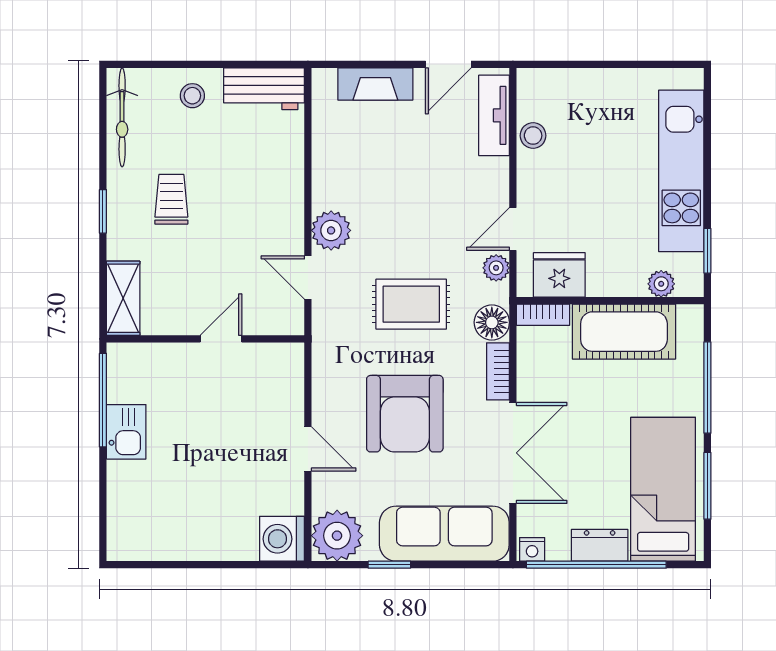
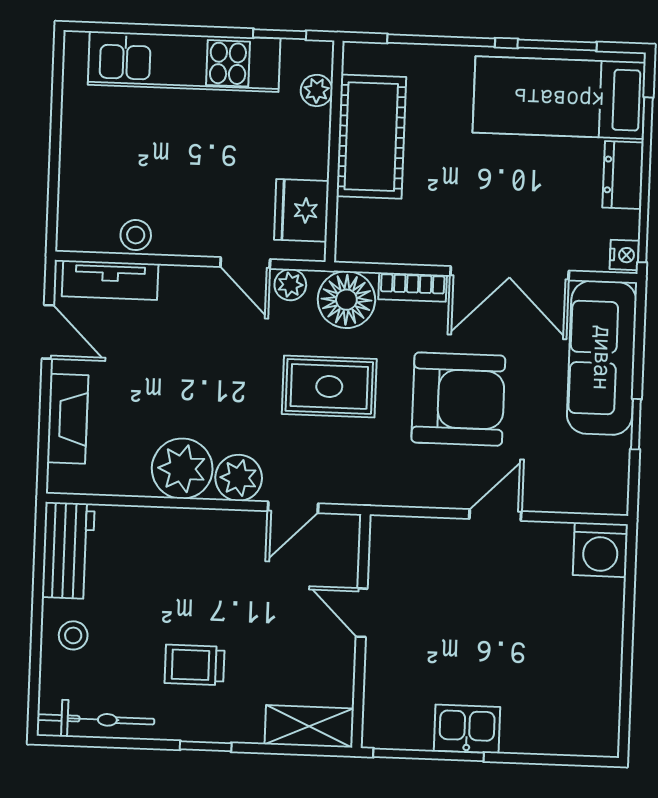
rug: (411, 304) -> (329, 387), turned 90
bookcase: (543, 315) -> (348, 231), removed
floor lamp: (492, 322) -> (346, 300), width x1.38, depth x1.38
double door: (513, 453) -> (510, 273), swing flipped
plant: (337, 536) -> (182, 469), moved

